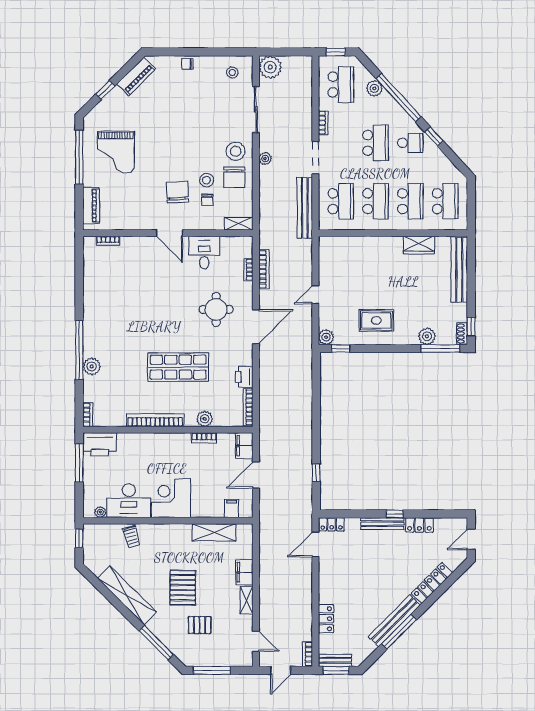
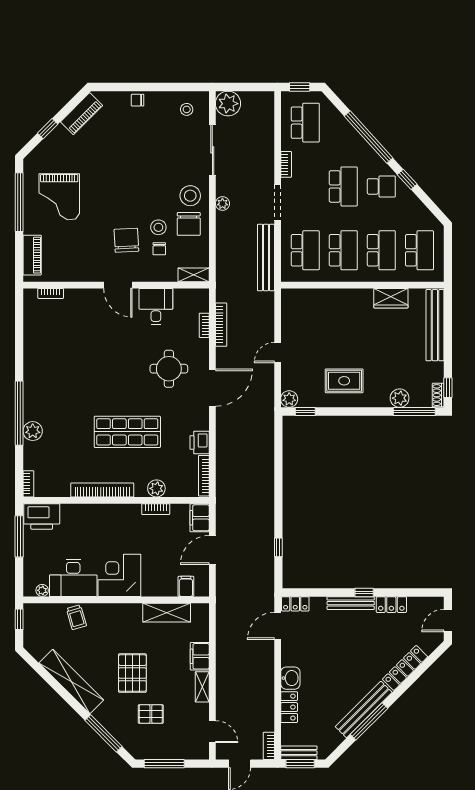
plant: (374, 88) -> (342, 127), removed
washbasin: (327, 592) -> (290, 678), added

